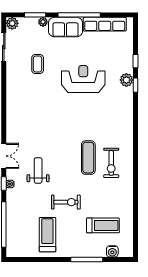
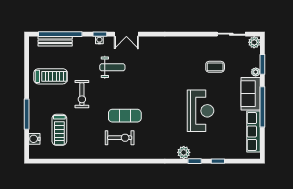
plant: (126, 80) -> (184, 152), moved
exercise bike: (111, 163) -> (120, 138), turned 180
bench: (11, 230) -> (55, 41), added

